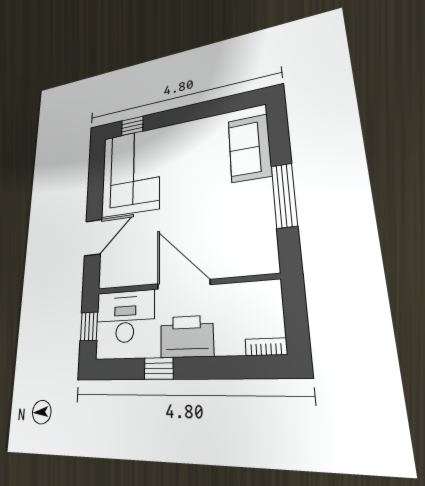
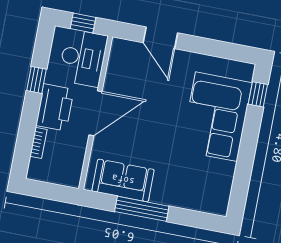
sofa: (250, 148) -> (123, 180), moved
corner sofa: (131, 172) -> (216, 117), moved, turned 90
bookcase: (266, 347) -> (38, 143), moved

